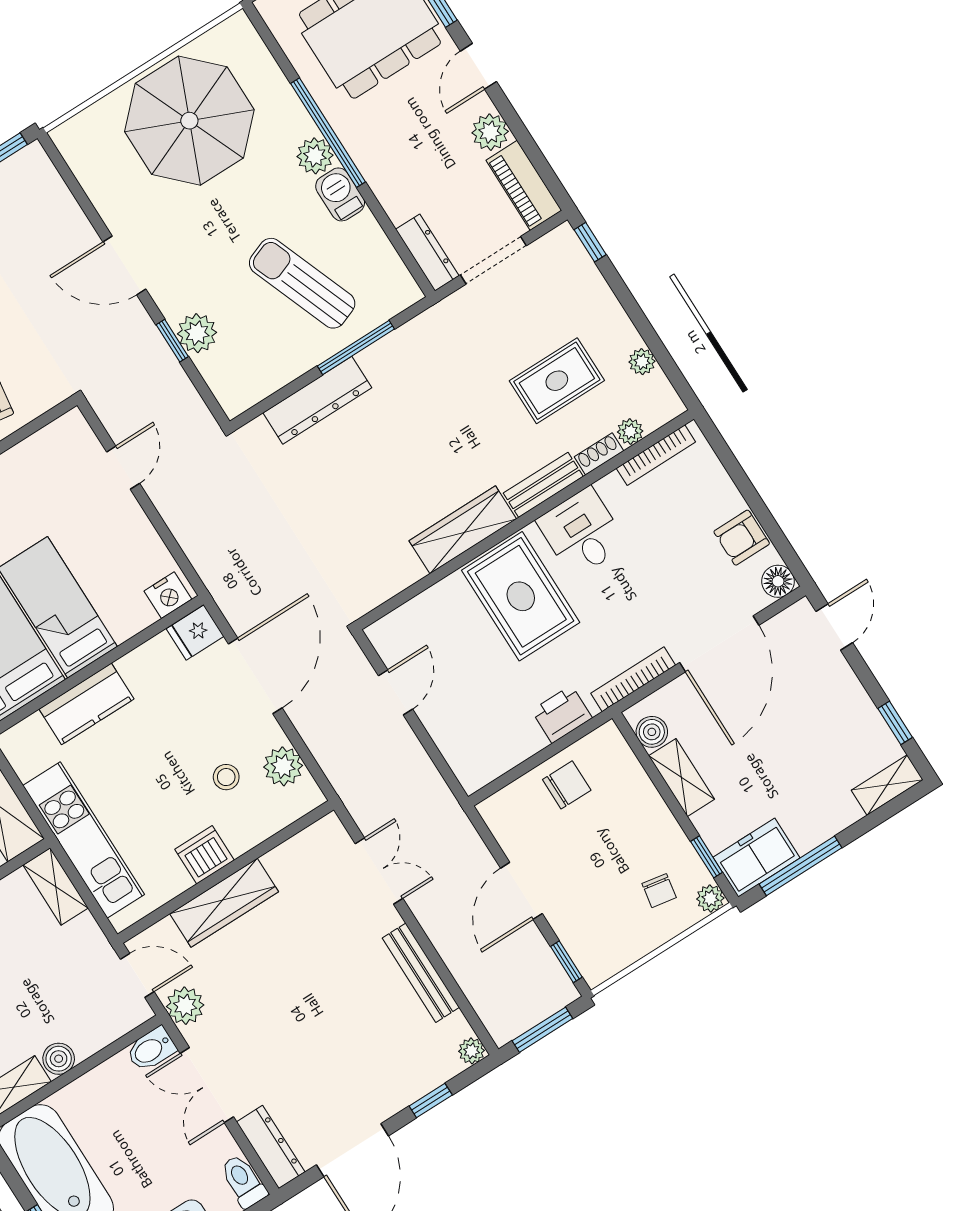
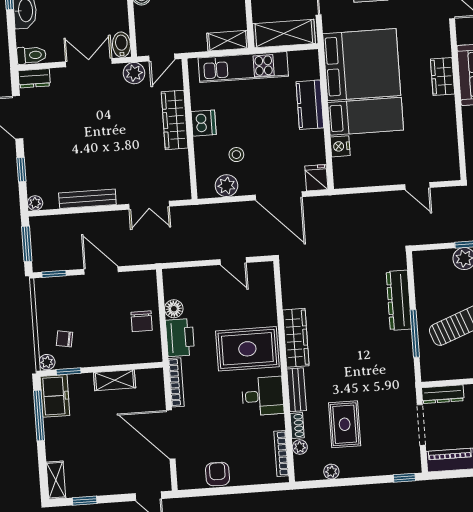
floor lamp: (778, 581) -> (174, 309), moved
nightstand: (168, 595) -> (340, 146), moved
printer: (562, 714) -> (180, 338), width x1.37, depth x1.19
boiler: (652, 732) -> (145, 378), removed
dresser: (271, 1147) -> (34, 78), width x0.70

